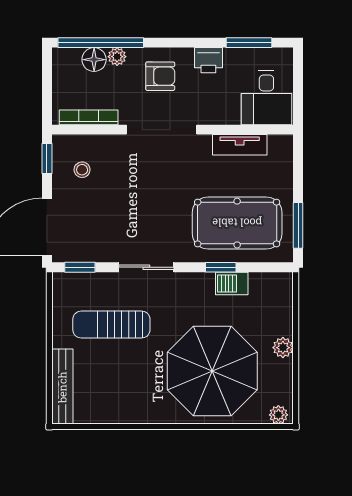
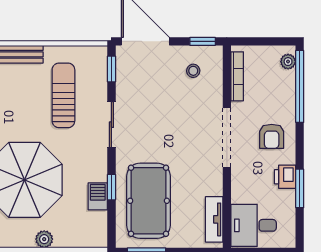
window: (249, 43) -> (300, 188), moved
plant: (117, 57) -> (288, 62), moved
floor lamp: (94, 60) -> (286, 81), removed
tv unit: (240, 145) -> (214, 219), moved

